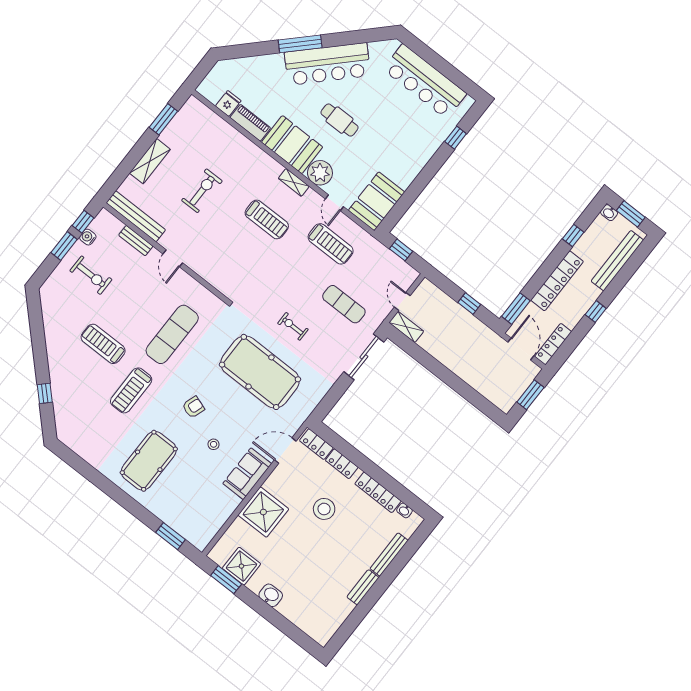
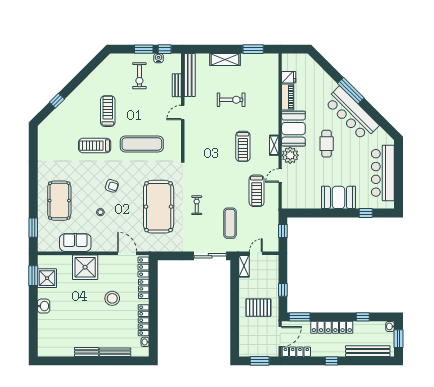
booth: (376, 201) -> (338, 197), moved
pallet: (468, 348) -> (258, 308), added
pool table: (149, 461) -> (59, 201), moved, turned 90
sofa: (247, 474) -> (75, 243), moved

